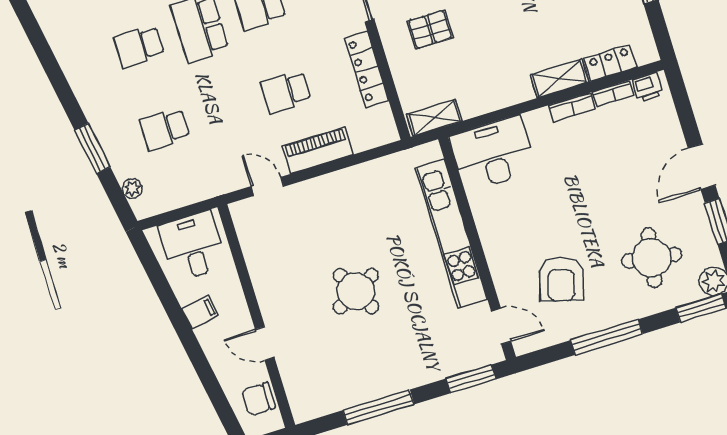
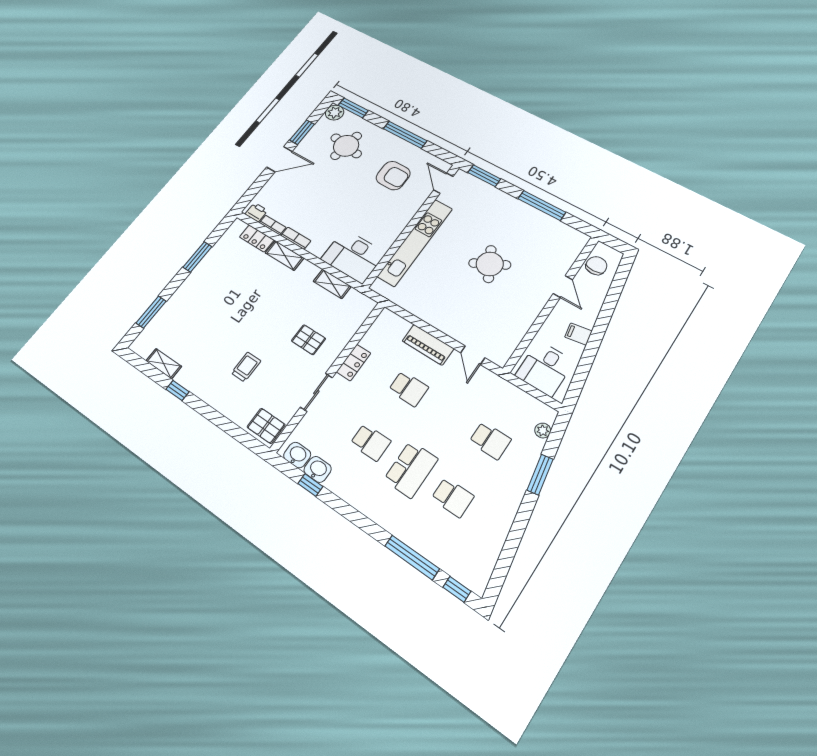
locker: (366, 69) -> (354, 363), width x0.66
shelving: (434, 118) -> (332, 284), moved
armchair: (561, 279) -> (393, 176), turned 74
chair: (259, 399) -> (596, 266), turned -90

